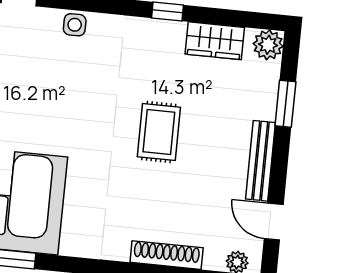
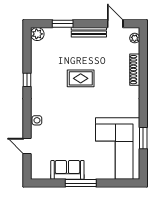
wardrobe: (215, 41) -> (38, 58), removed
door: (274, 222) -> (115, 24), swing flipped

